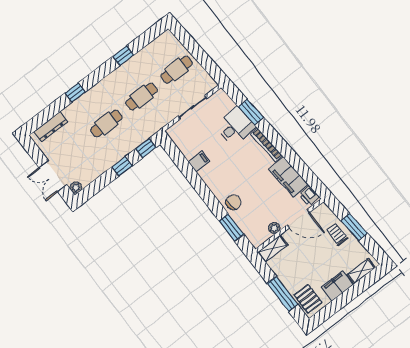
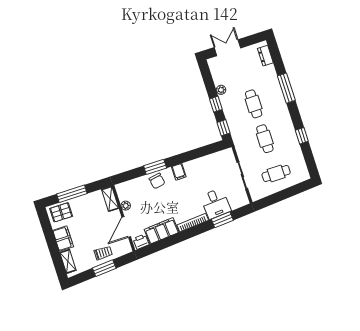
cafe table: (177, 70) -> (276, 173), turned 90
window: (75, 93) -> (286, 88), width x2.17
dresser: (51, 127) -> (265, 56), width x0.70
filing cabinet: (199, 162) -> (179, 172), moved
plant: (76, 187) -> (221, 90), moved
window: (231, 227) -> (155, 167), moved

